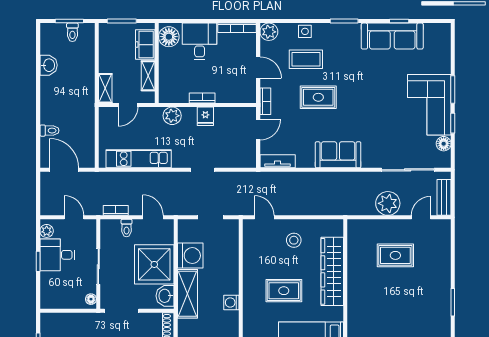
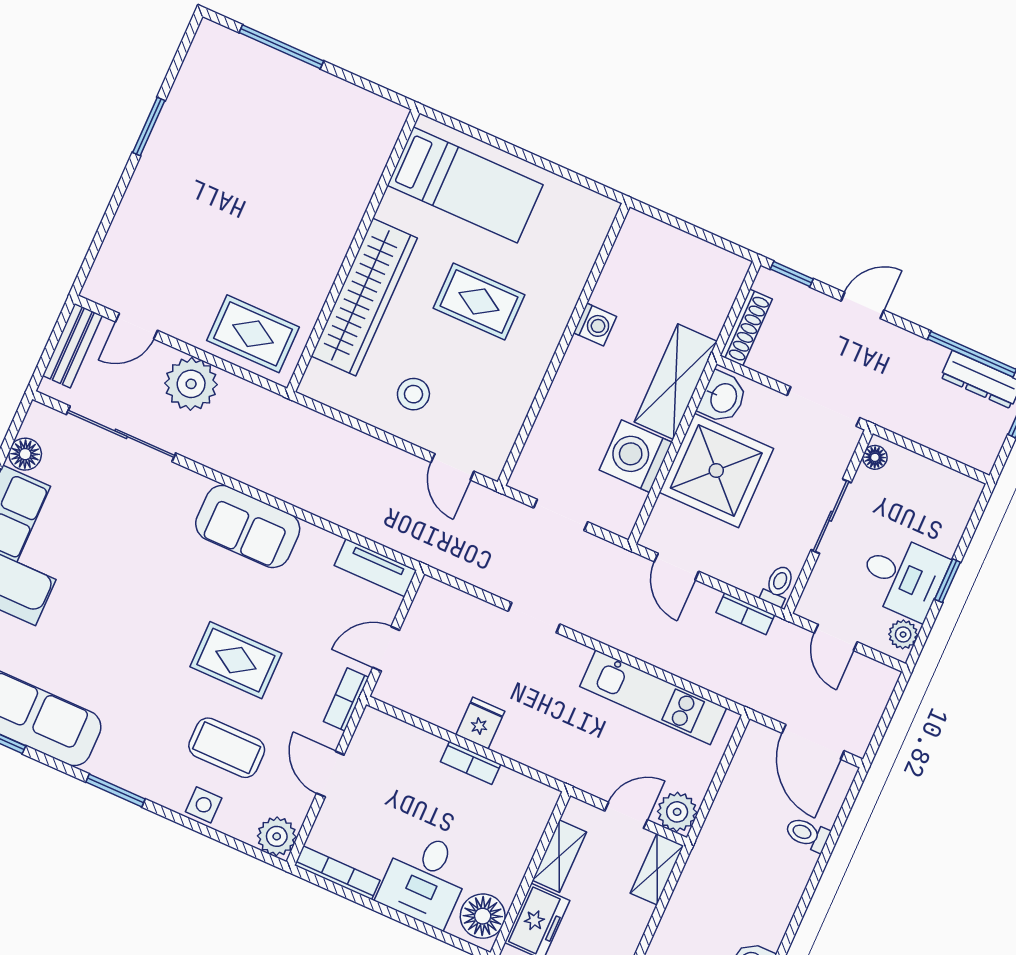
plant: (172, 116) -> (677, 812), moved
toilet: (127, 228) -> (778, 586), moved
rug: (395, 255) -> (253, 334), moved

